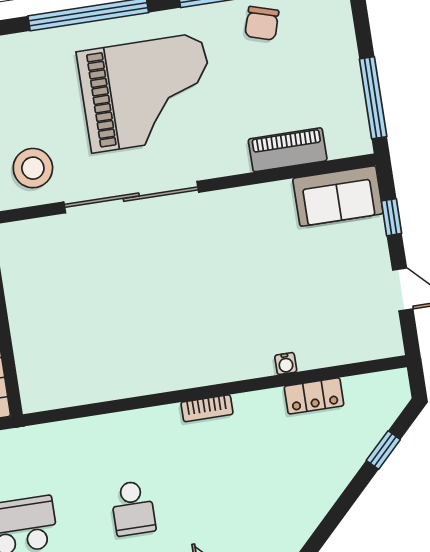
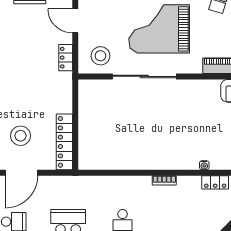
grand piano: (147, 93) -> (159, 29), turned 180

